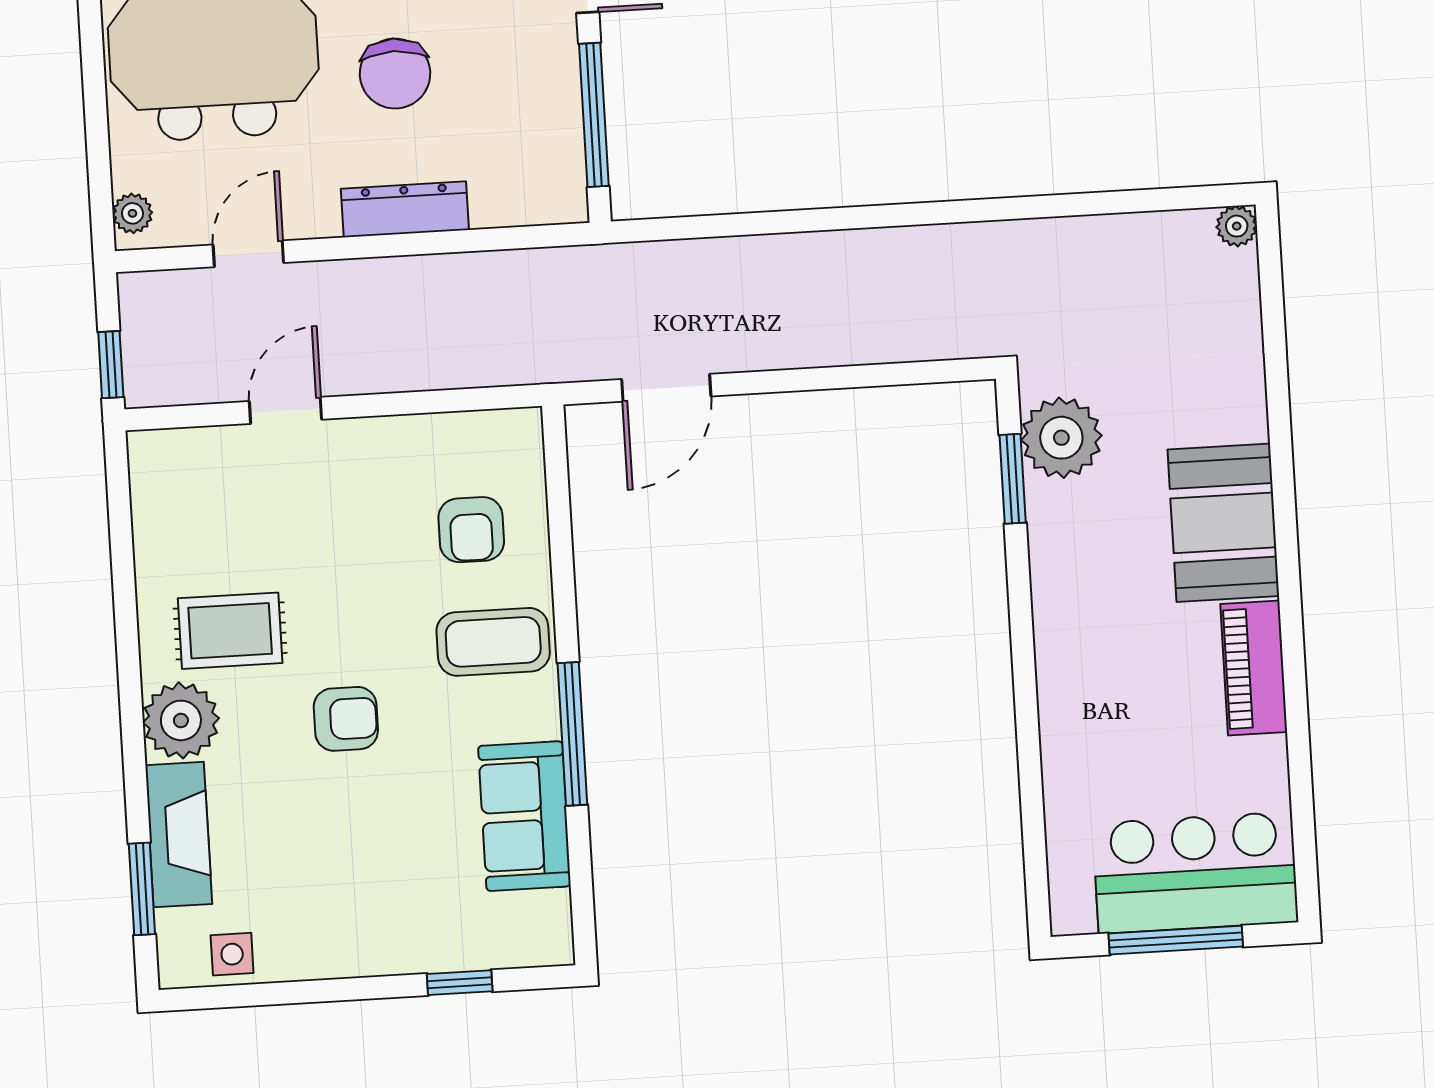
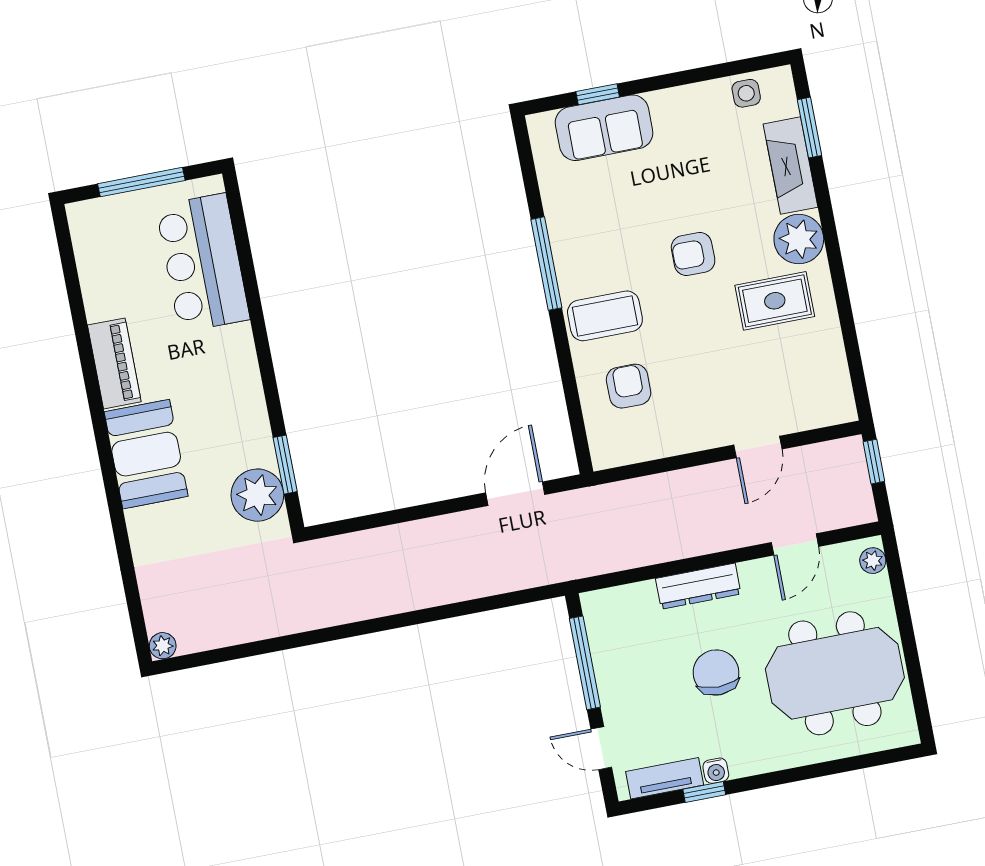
sofa: (524, 816) -> (604, 128), moved, turned 90
bar counter: (1195, 873) -> (203, 263), moved, turned 90

